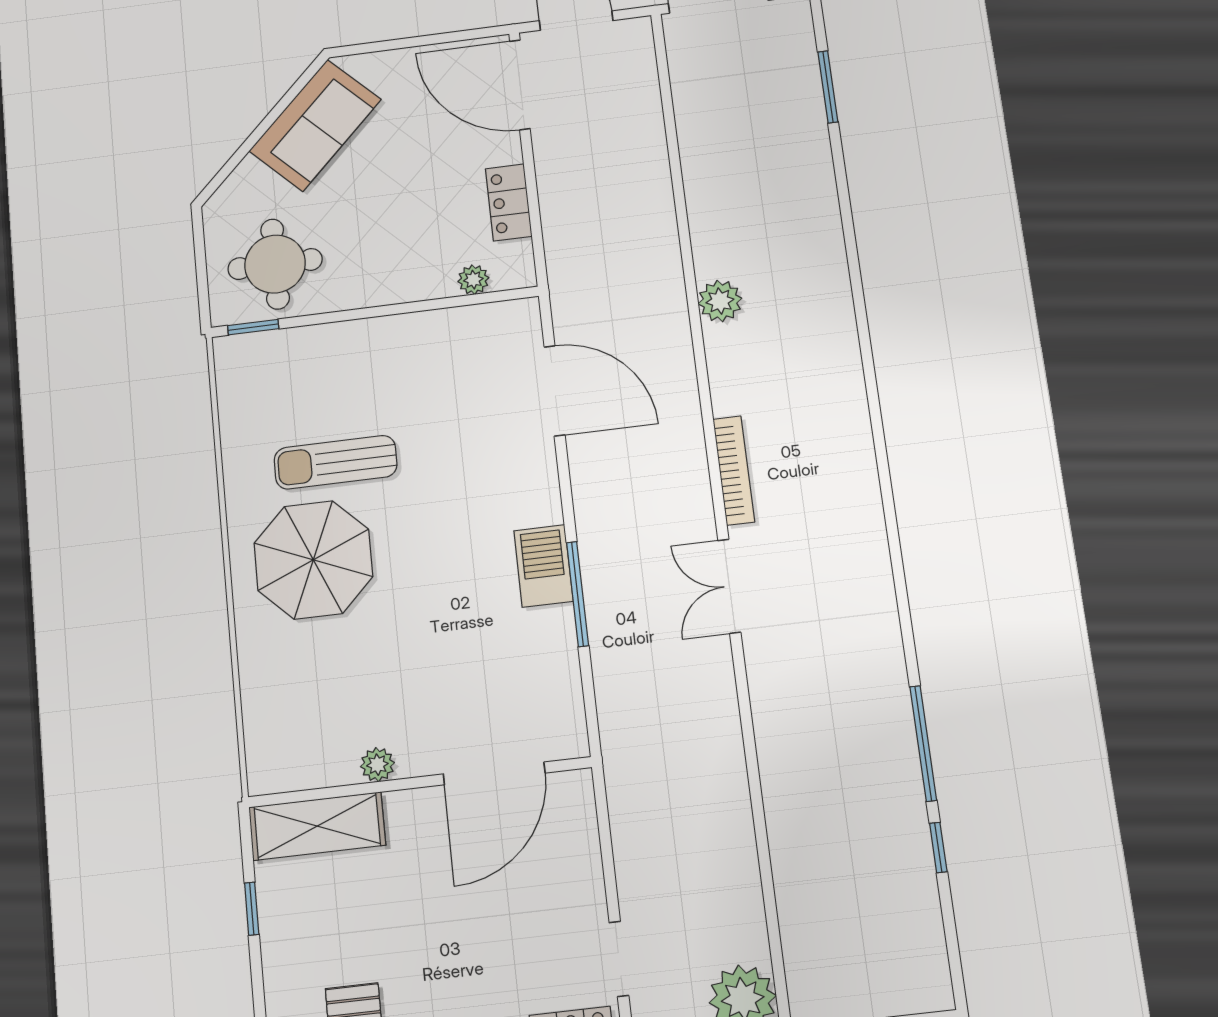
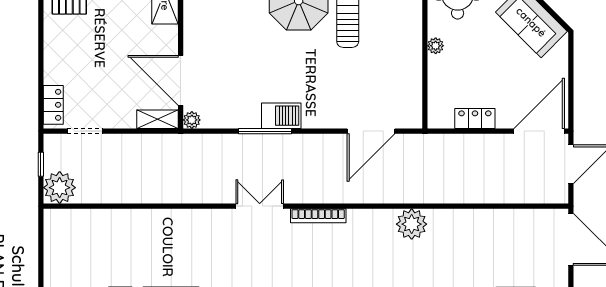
plant: (473, 280) -> (436, 46), moved
plant: (720, 301) -> (412, 224), width x1.36, depth x1.36
plant: (377, 765) -> (192, 120), moved
shelving: (578, 811) -> (157, 119), added

